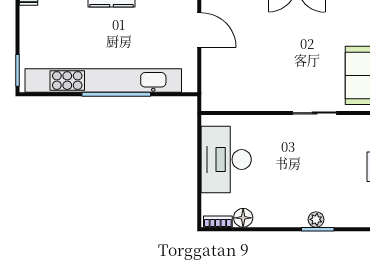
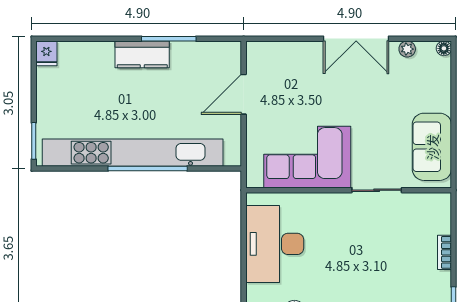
door: (199, 30) -> (244, 94), swing flipped
corner sofa: (254, 84) -> (307, 157), added

